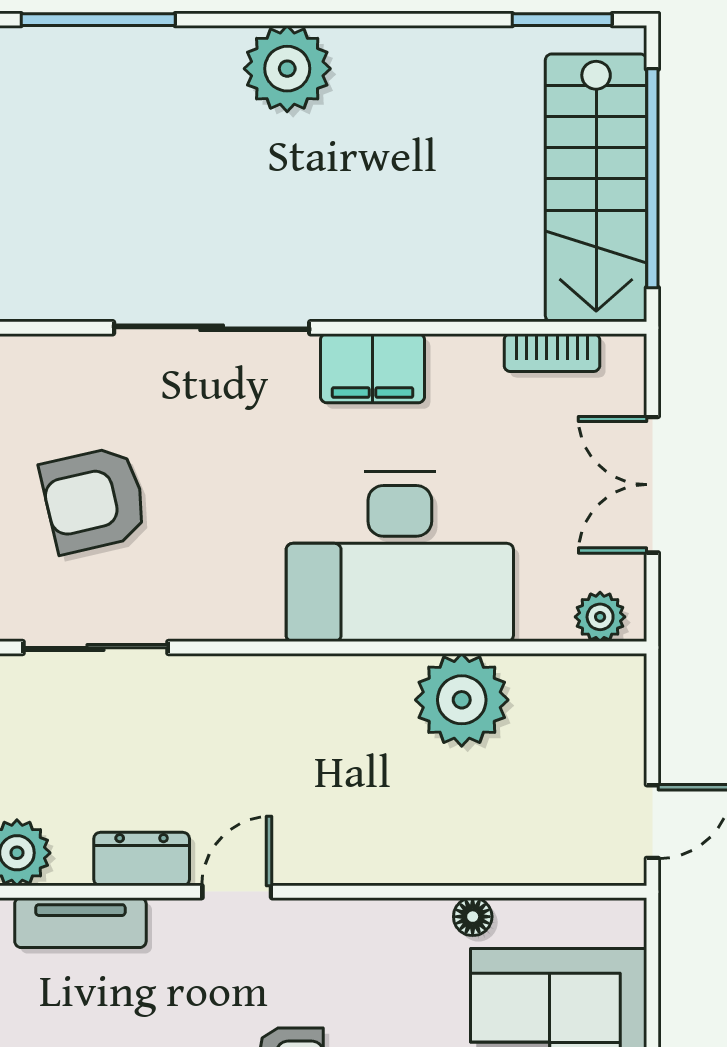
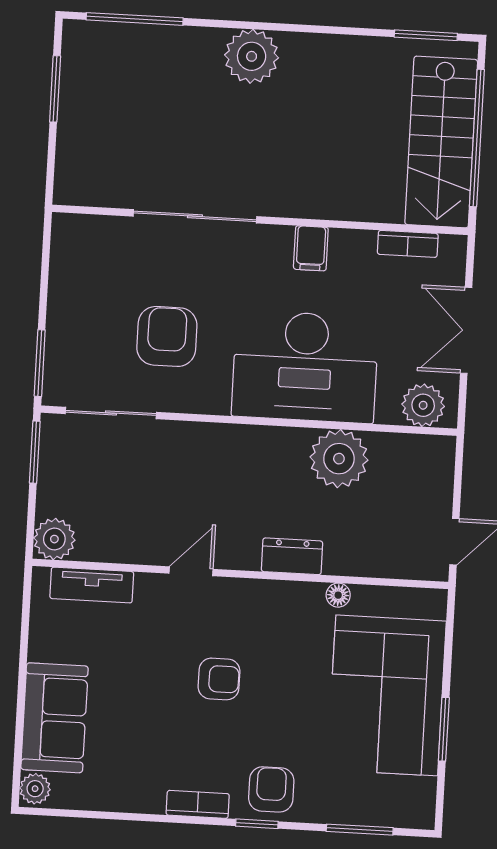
filing cabinet: (373, 368) -> (311, 248), width x0.50
armchair: (94, 500) -> (167, 336), moved, turned 103
plant: (600, 617) -> (423, 405), width x1.38, depth x1.38
dresser: (142, 859) -> (292, 556), moved

